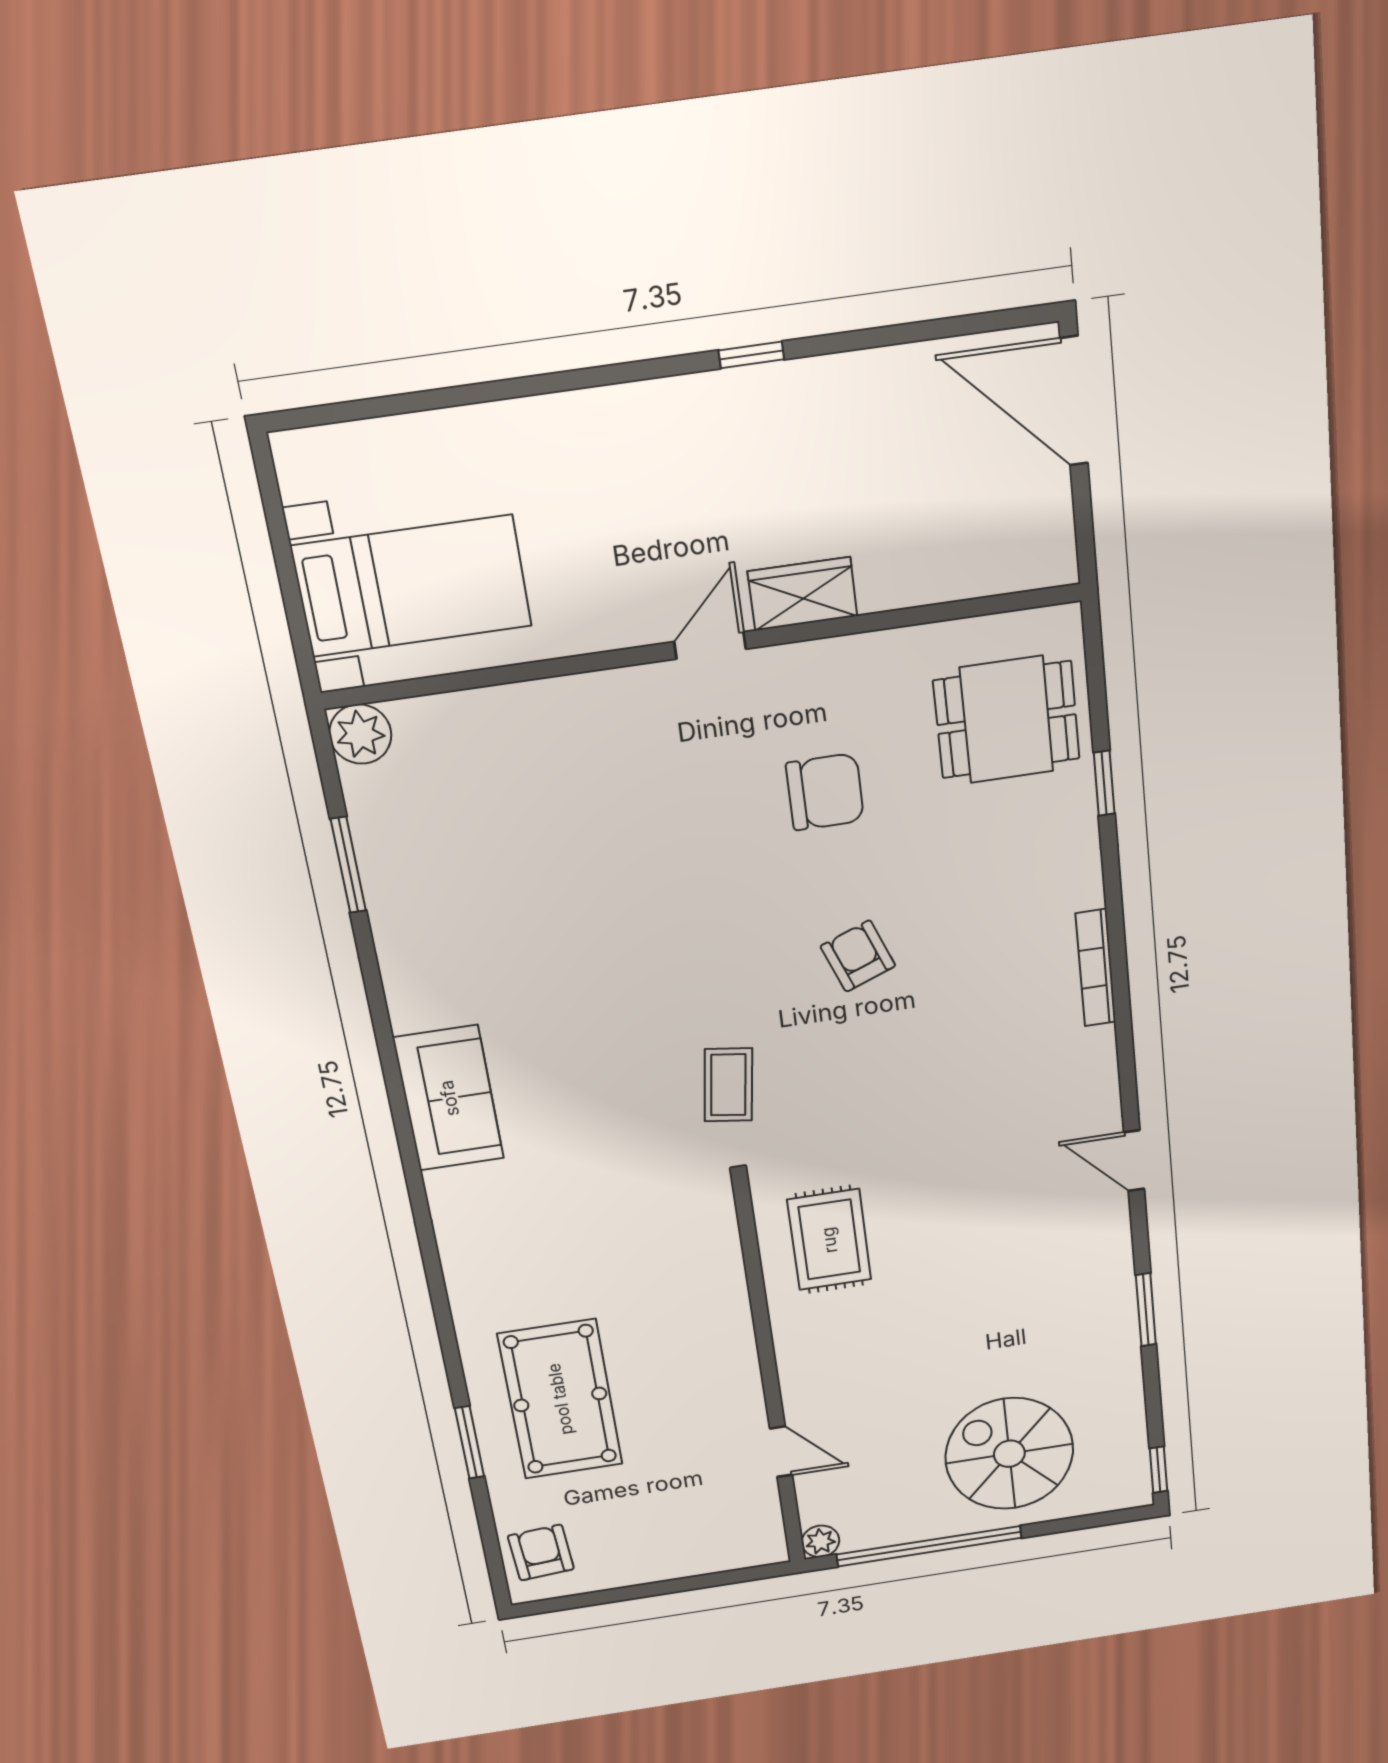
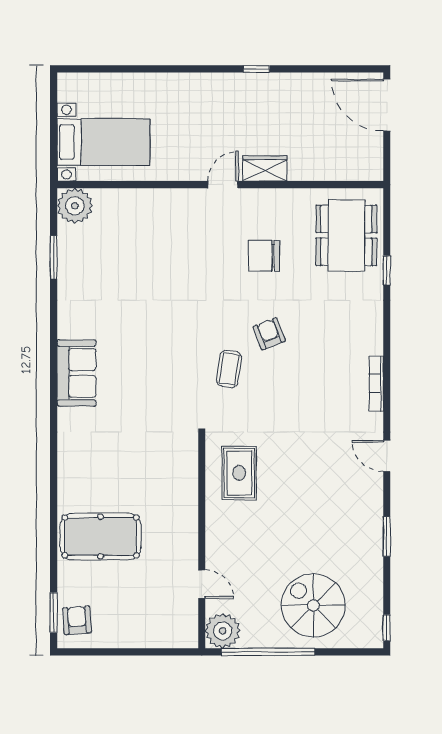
dining table: (1007, 720) -> (346, 235), width x1.38
plant: (360, 734) -> (75, 206), width x1.36, depth x1.36
chair: (825, 792) -> (264, 256), turned 180
bookcase: (1096, 968) -> (376, 384), moved
coffee table: (728, 1085) -> (229, 369), moved
pool table: (560, 1399) -> (101, 536), turned 90
window: (469, 1442) -> (54, 612), moved
plant: (820, 1541) -> (223, 631), width x1.88, depth x1.88

